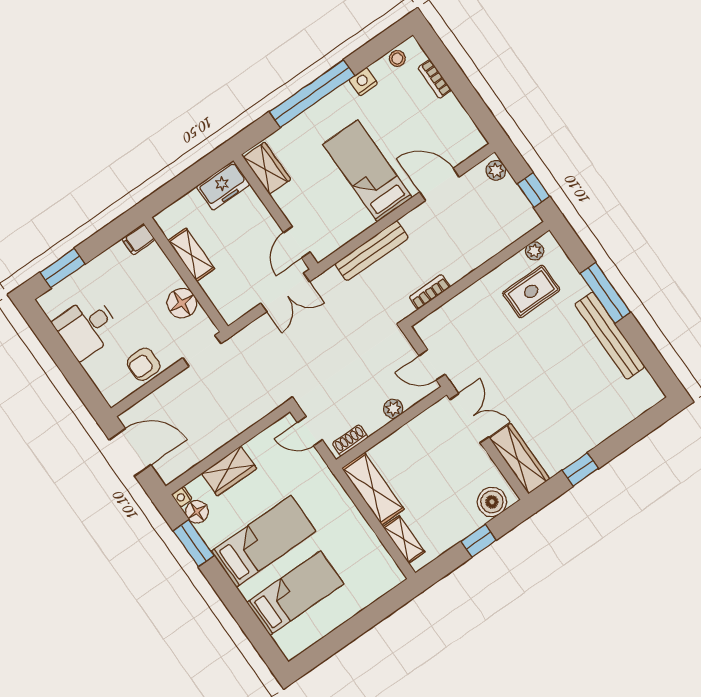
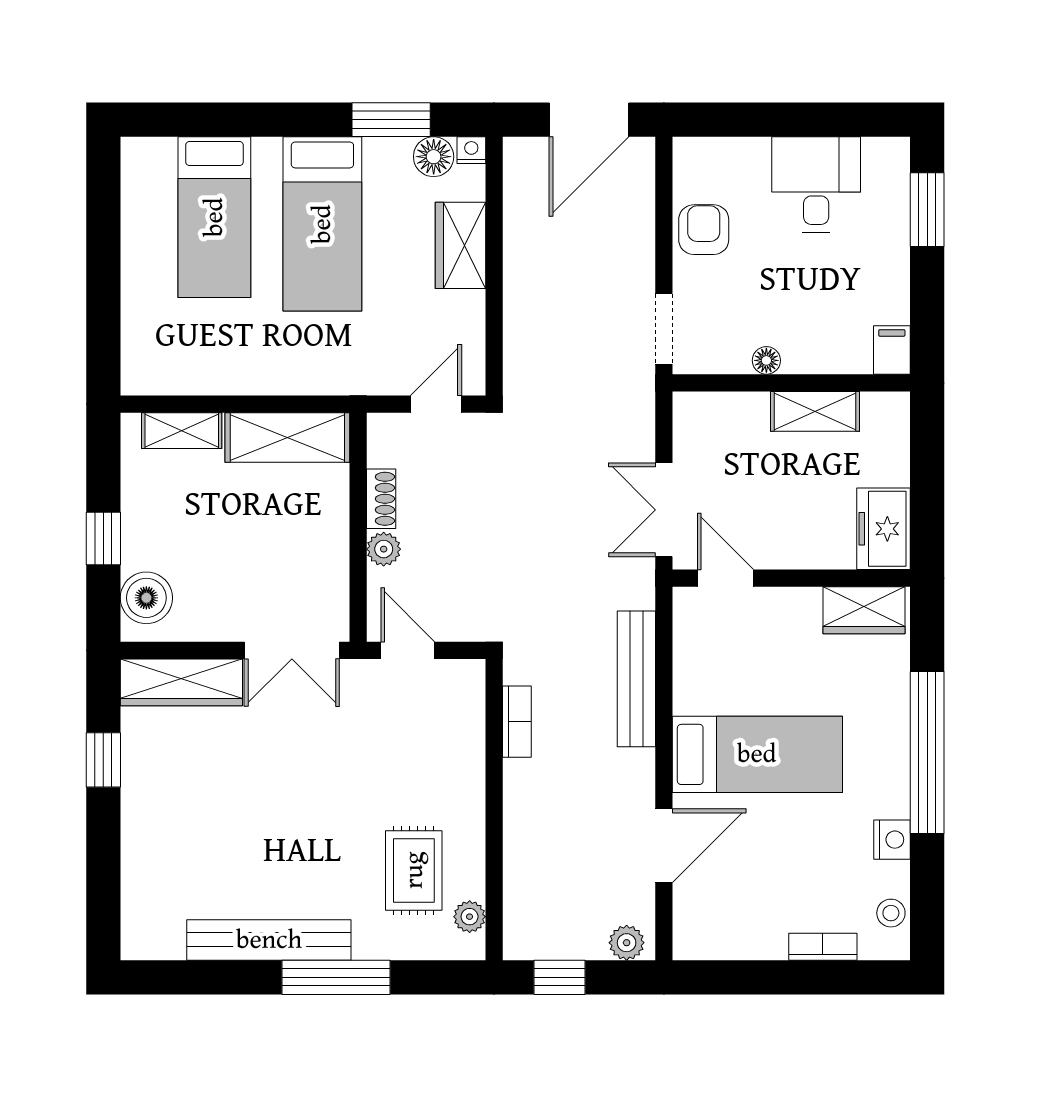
floor lamp: (182, 303) -> (766, 360), width x0.53, depth x0.53
door: (432, 365) -> (408, 650), hinge flipped
shoe rack: (350, 440) -> (381, 499), moved

